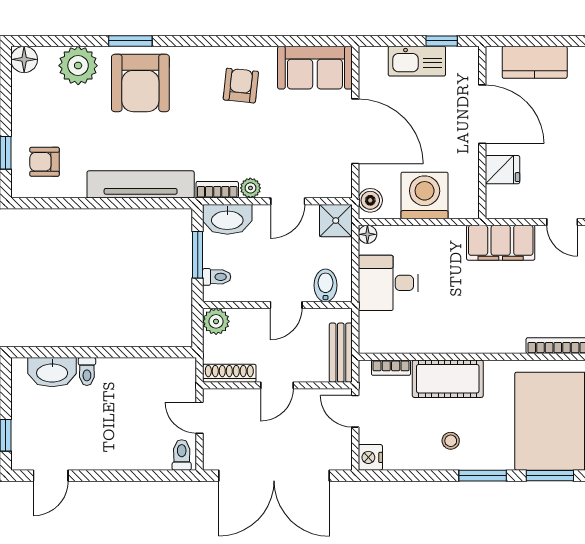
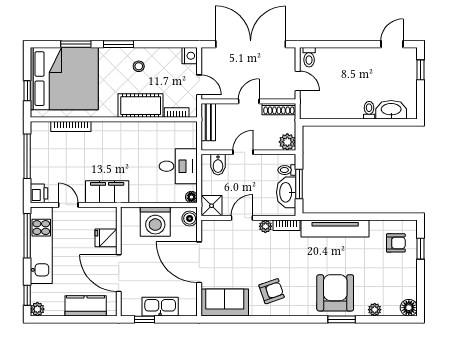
plant: (78, 66) -> (375, 310), width x0.53, depth x0.53
armchair: (241, 86) -> (272, 291), turned -115
washbasin: (227, 219) -> (286, 192), moved, turned -90

